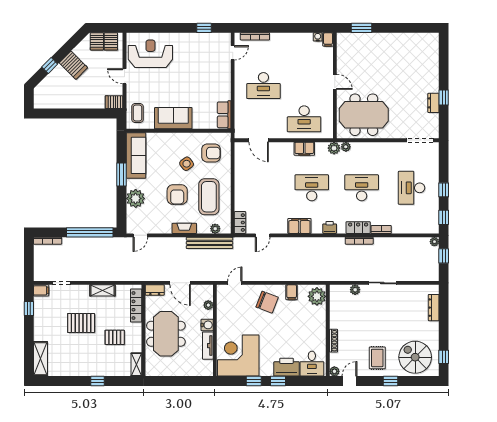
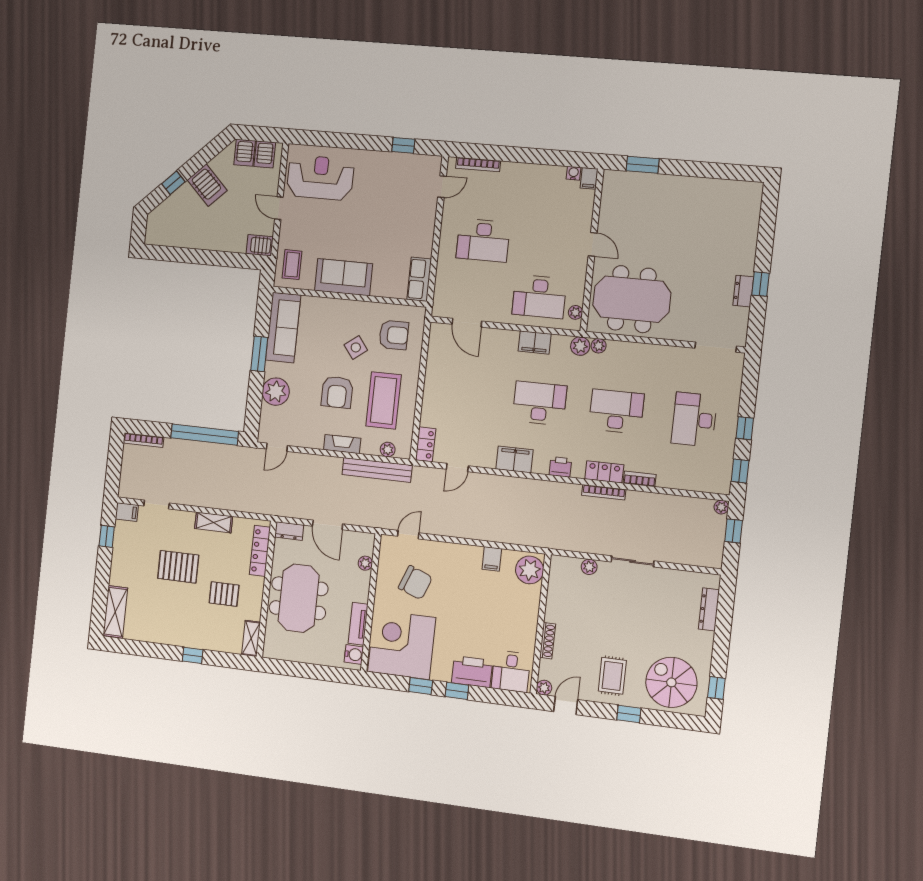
plant: (329, 127) -> (575, 312), added
chair: (267, 302) -> (415, 583), moved
water cooler: (207, 325) -> (354, 654), moved

